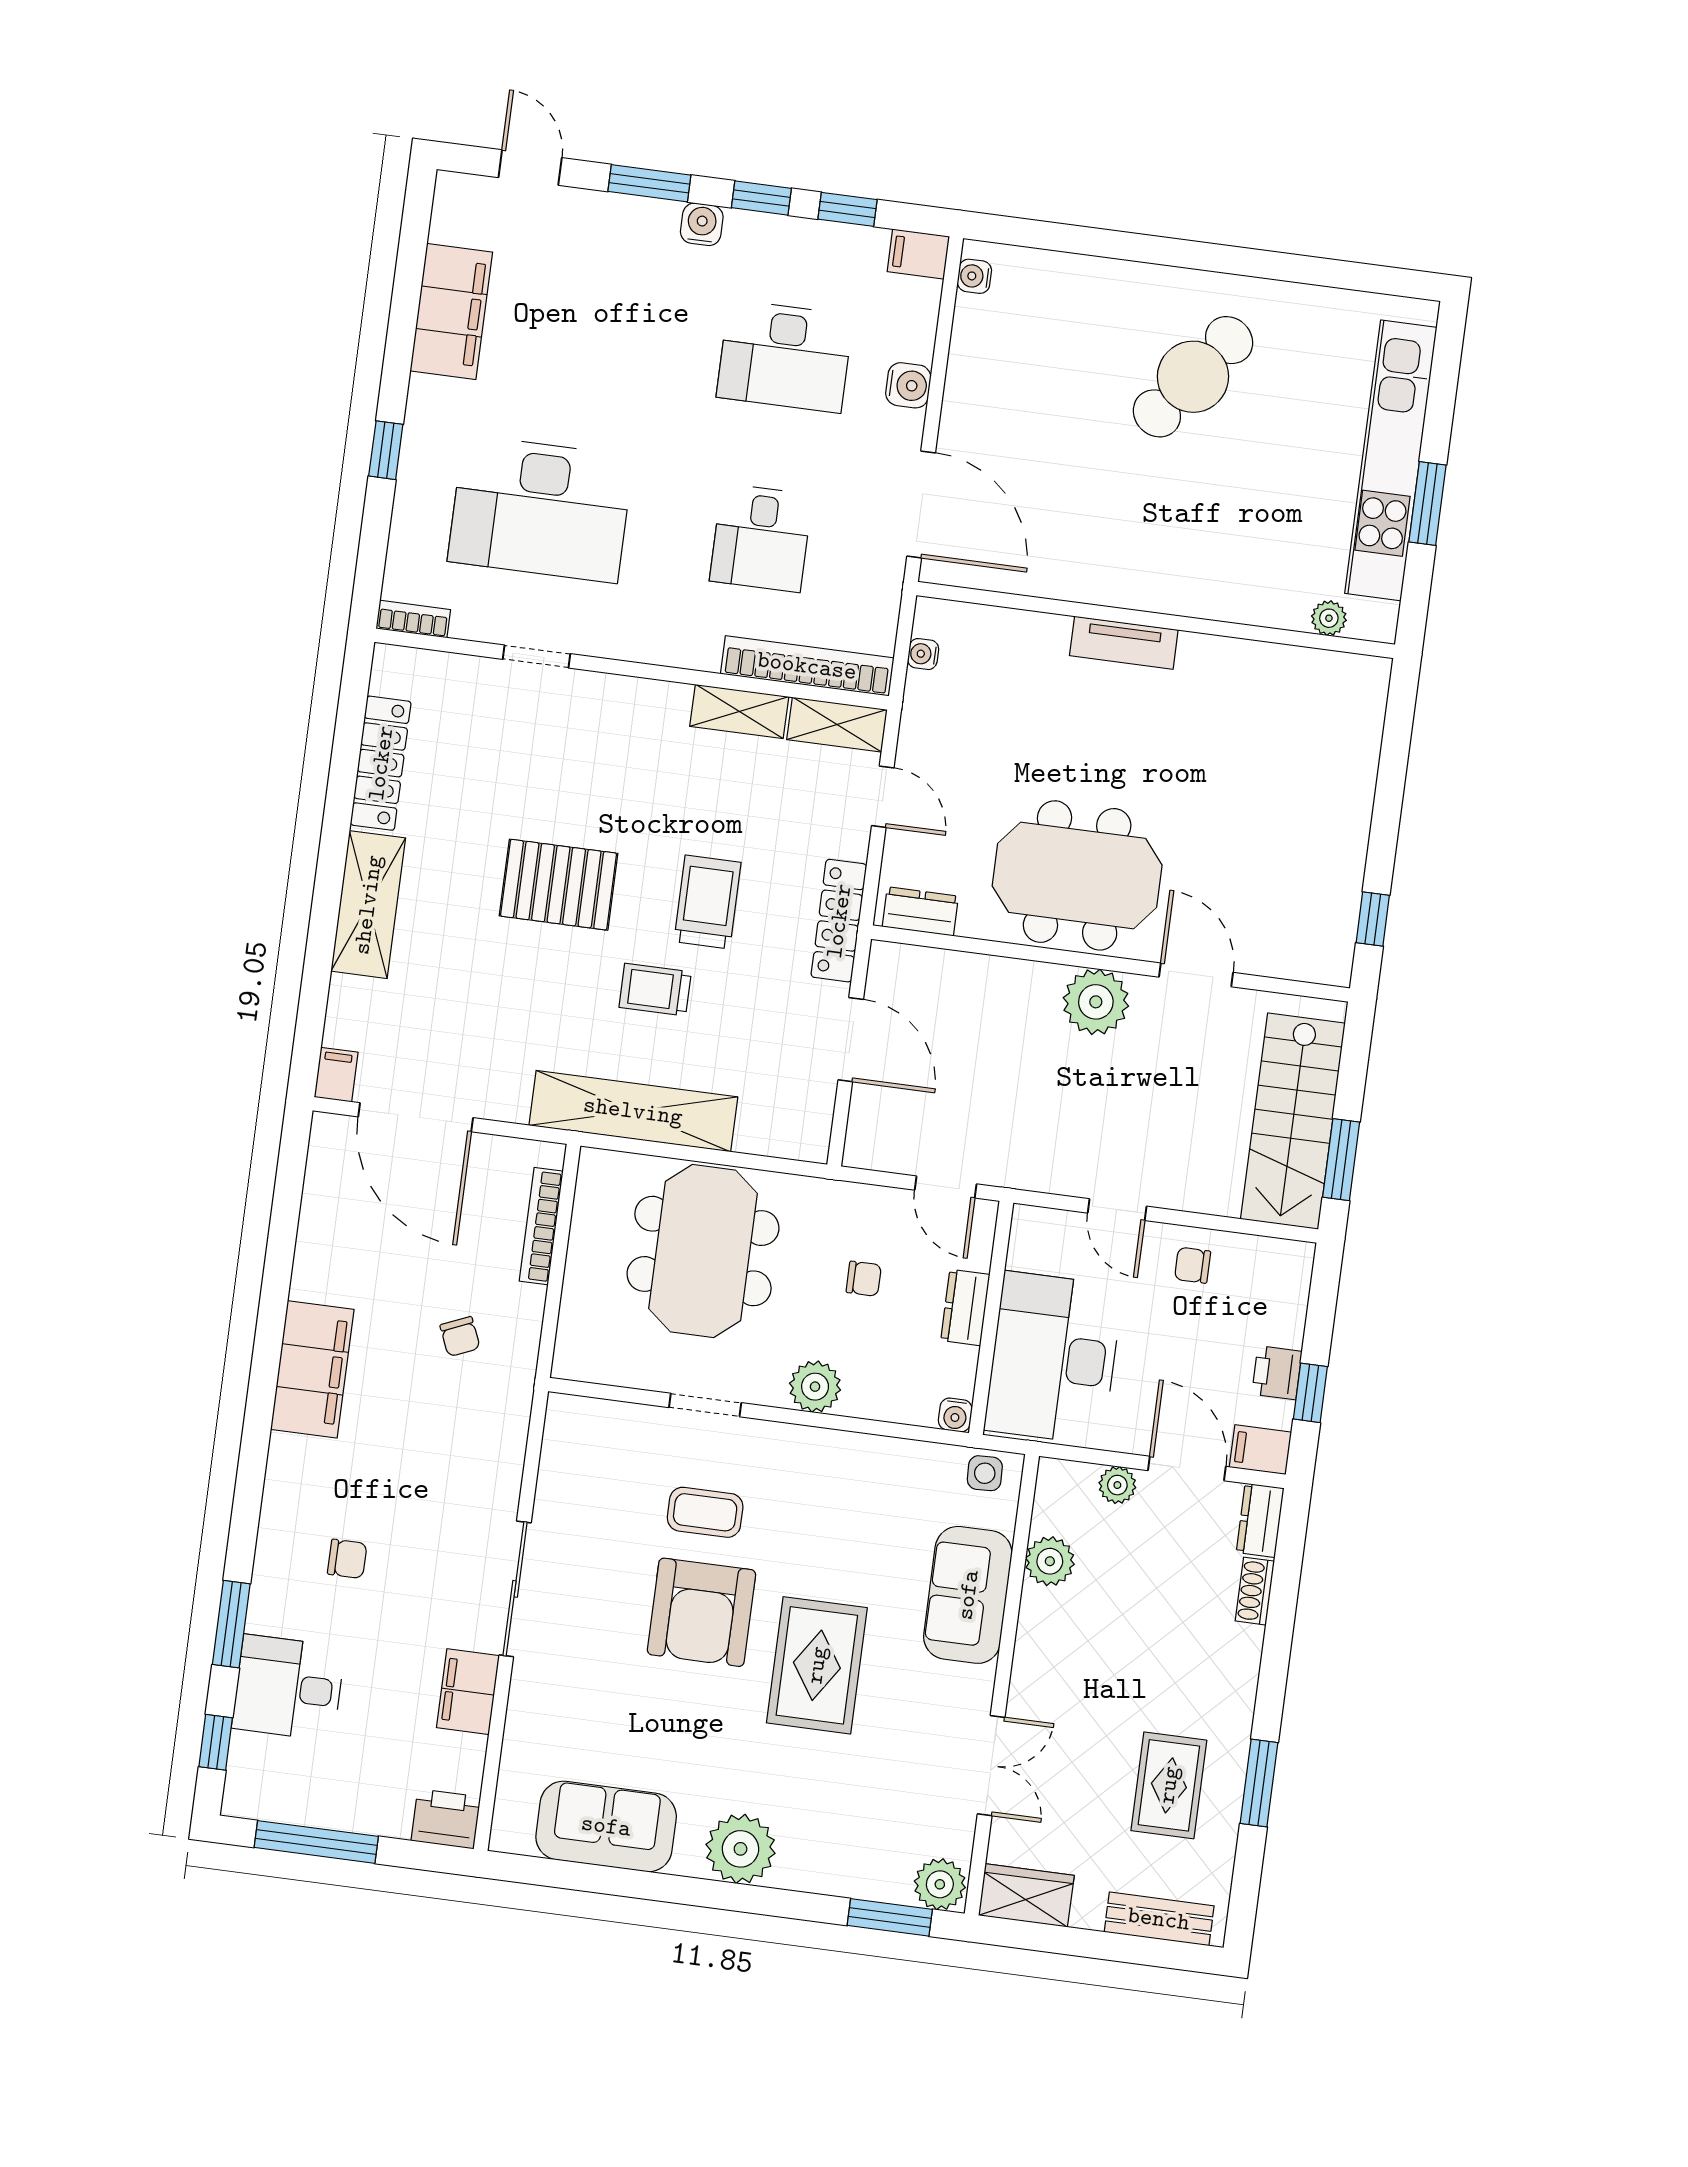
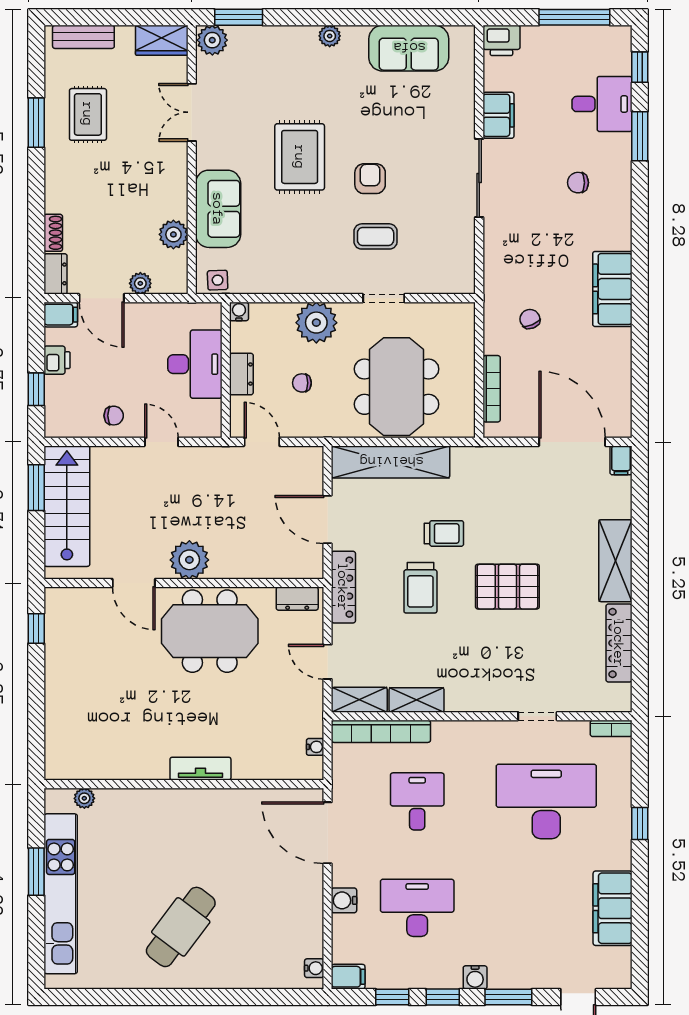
shelving: (633, 1111) -> (391, 462), moved
desk: (1054, 1358) -> (195, 364), width x0.73, depth x0.77
plant: (815, 1387) -> (316, 323), width x1.36, depth x1.36
window: (1310, 1393) -> (36, 389), moved
armchair: (701, 1612) -> (370, 179), width x0.53, depth x0.53
plant: (740, 1849) -> (330, 36), width x0.53, depth x0.53

